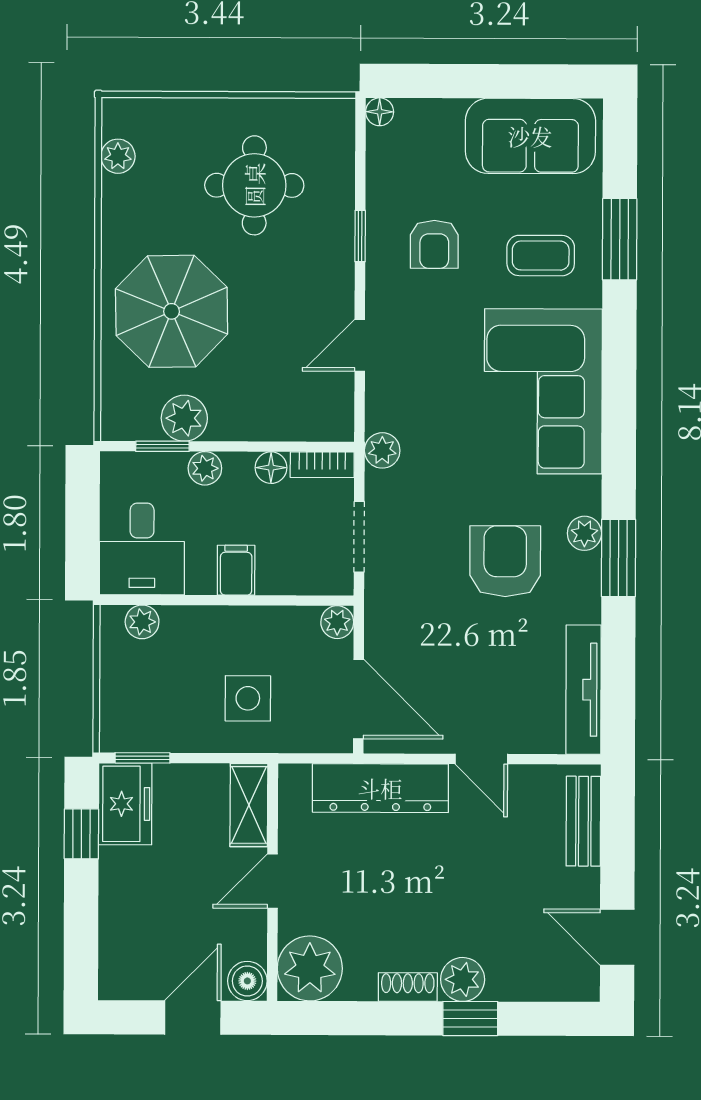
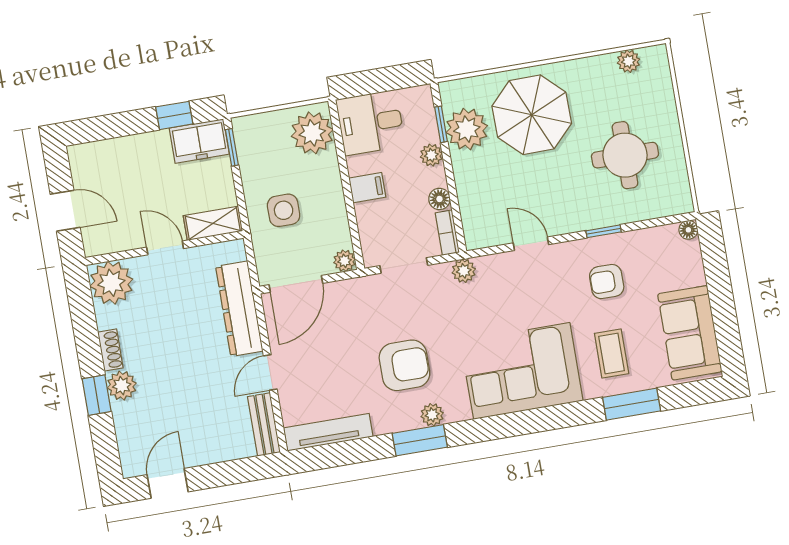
plant: (184, 418) -> (467, 129), width x1.36, depth x1.36
plant: (142, 622) -> (312, 133), width x1.88, depth x1.88
bench: (583, 821) -> (264, 424), moved, turned 90
boiler: (247, 981) -> (96, 243), removed

